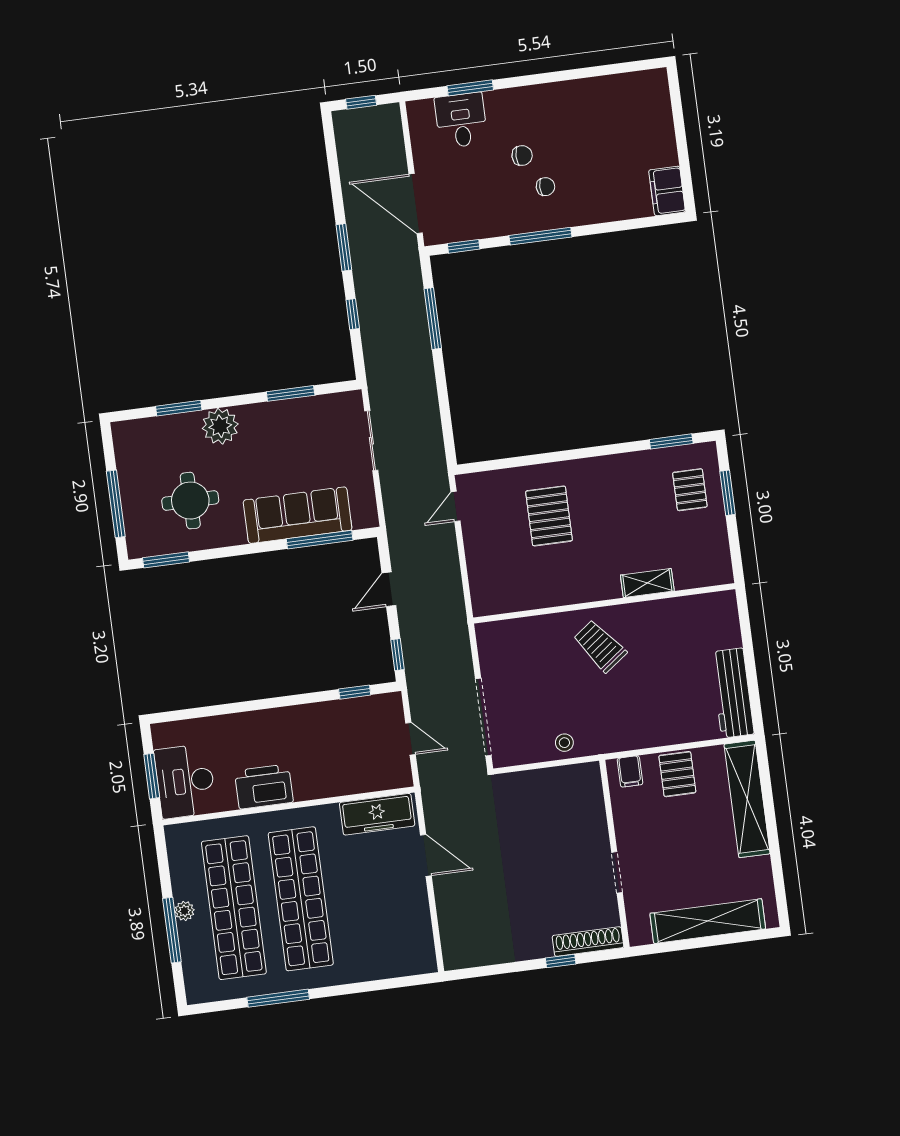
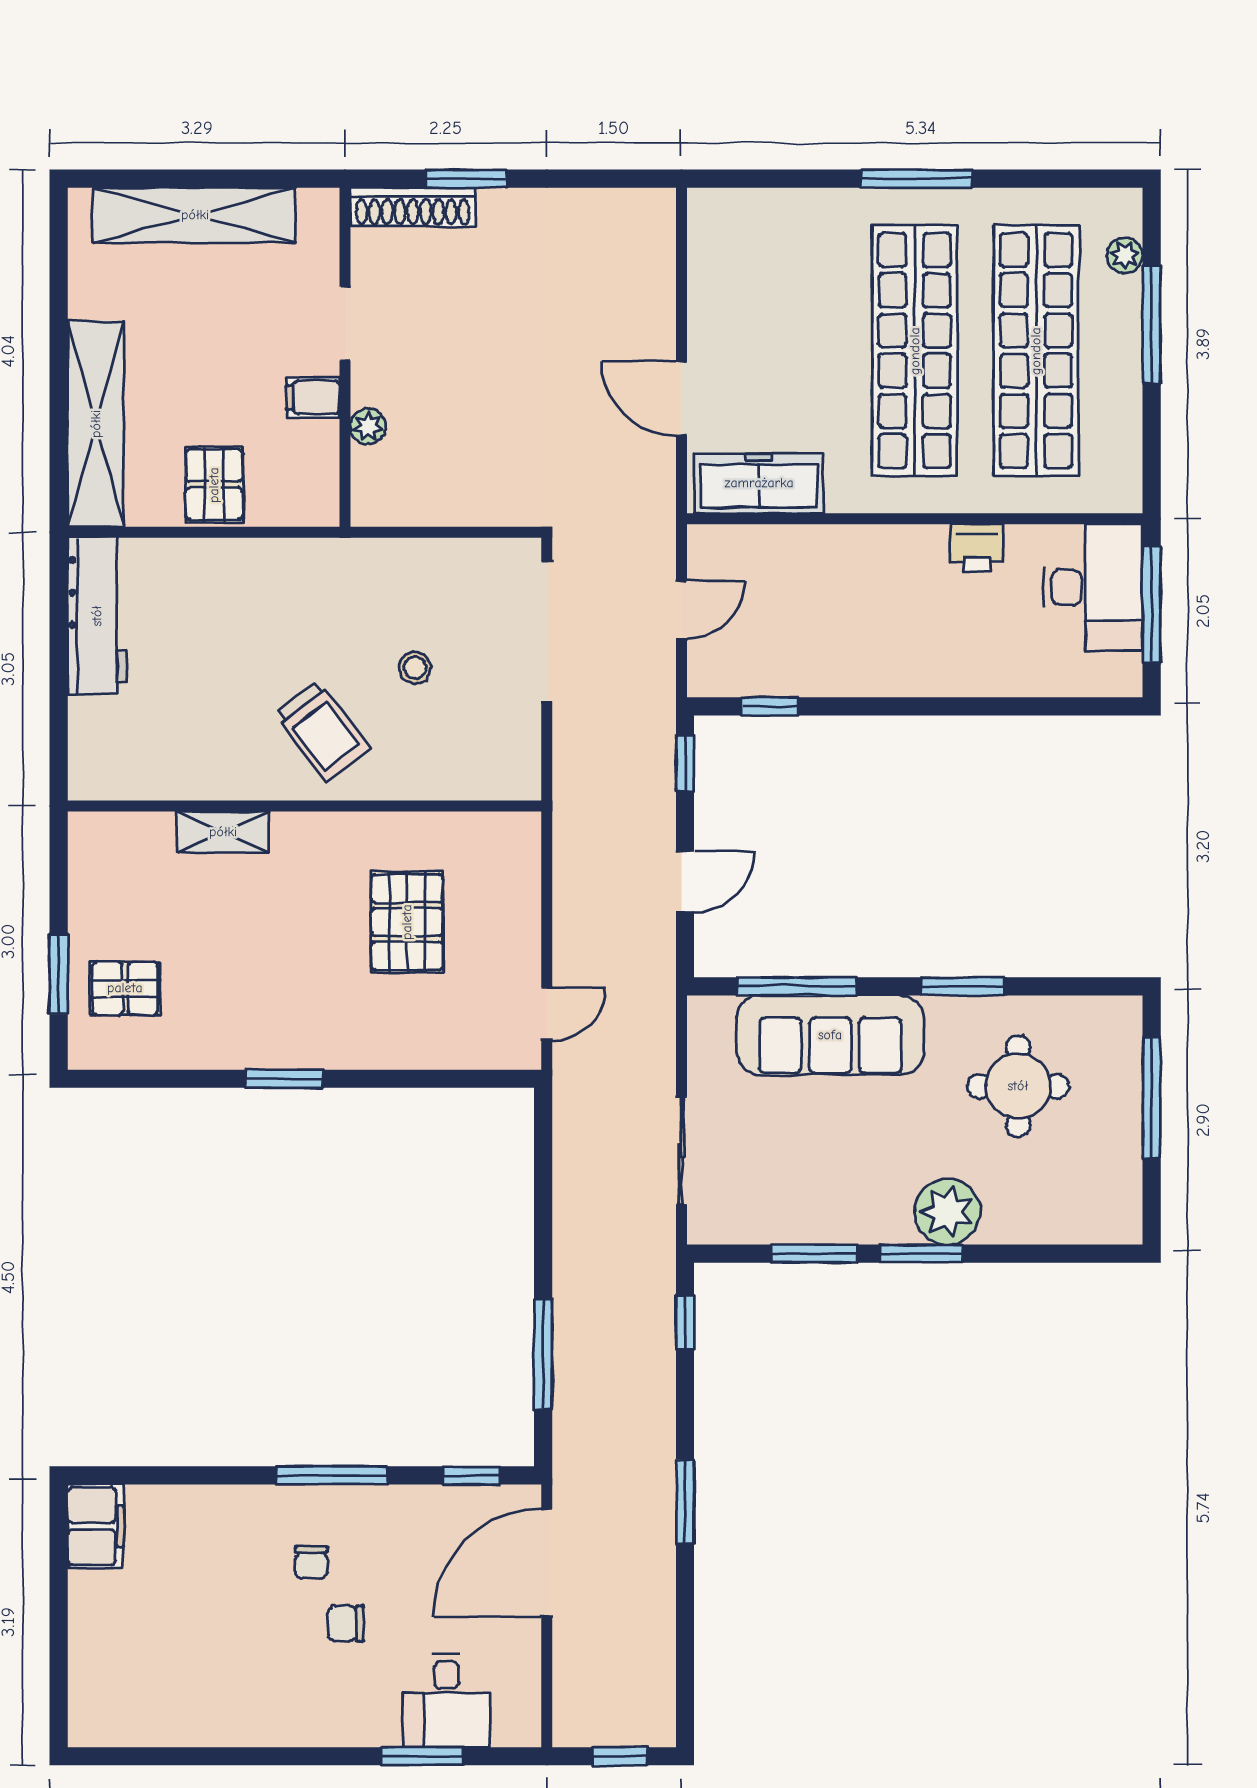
chair: (545, 187) -> (311, 1562), turned -90
door: (416, 204) -> (547, 1563), swing flipped
window: (353, 314) -> (685, 1322), moved
window: (179, 408) -> (922, 1254), moved
window: (671, 441) -> (284, 1079), moved
pallet: (690, 490) -> (125, 988), turned 90
pallet: (549, 516) -> (407, 922), moved
window: (166, 560) -> (963, 986), moved
door: (411, 739) -> (681, 610), swing flipped
stool: (564, 743) -> (415, 668), moved
filing cabinet: (630, 771) -> (313, 397), moved, turned -90
window: (152, 776) -> (1152, 604), width x1.44
printer: (264, 787) -> (977, 548), width x0.53, depth x0.68
plant: (597, 817) -> (368, 426), added
plant: (184, 911) -> (1125, 255), moved
window: (561, 961) -> (466, 179), width x1.50
window: (278, 998) -> (917, 179), moved

